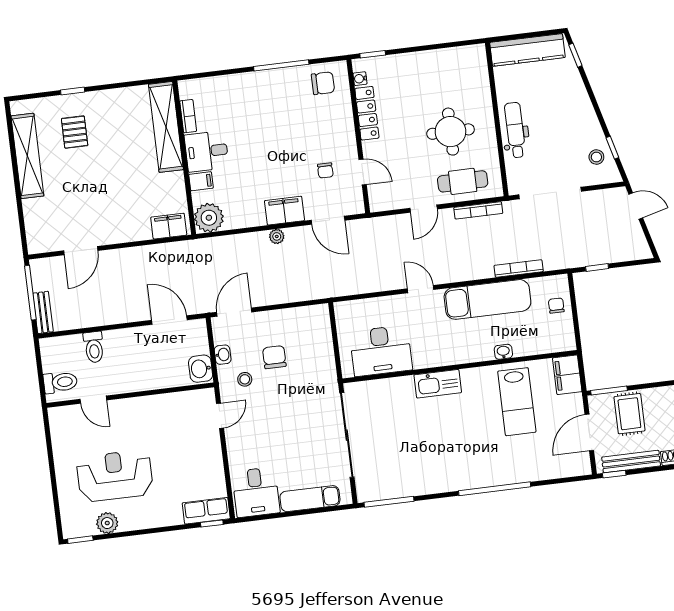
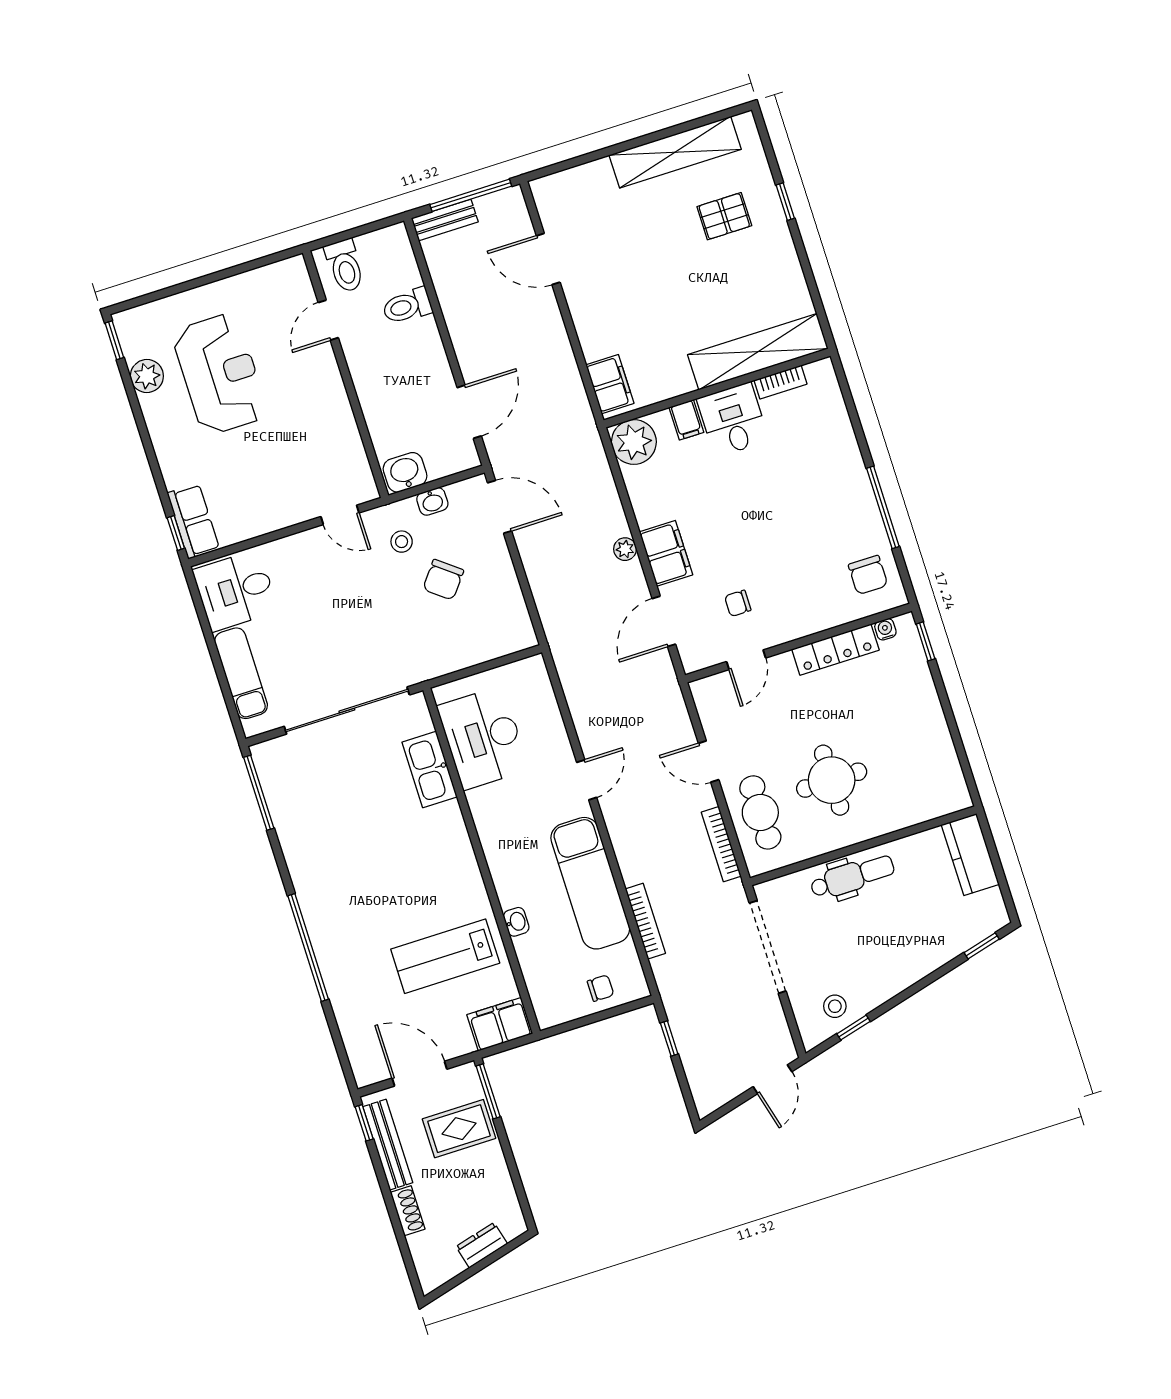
kitchen counter: (527, 50) -> (970, 855), width x0.67
chair: (274, 357) -> (443, 580), turned 128
kitchen sink: (438, 384) -> (430, 769), moved

